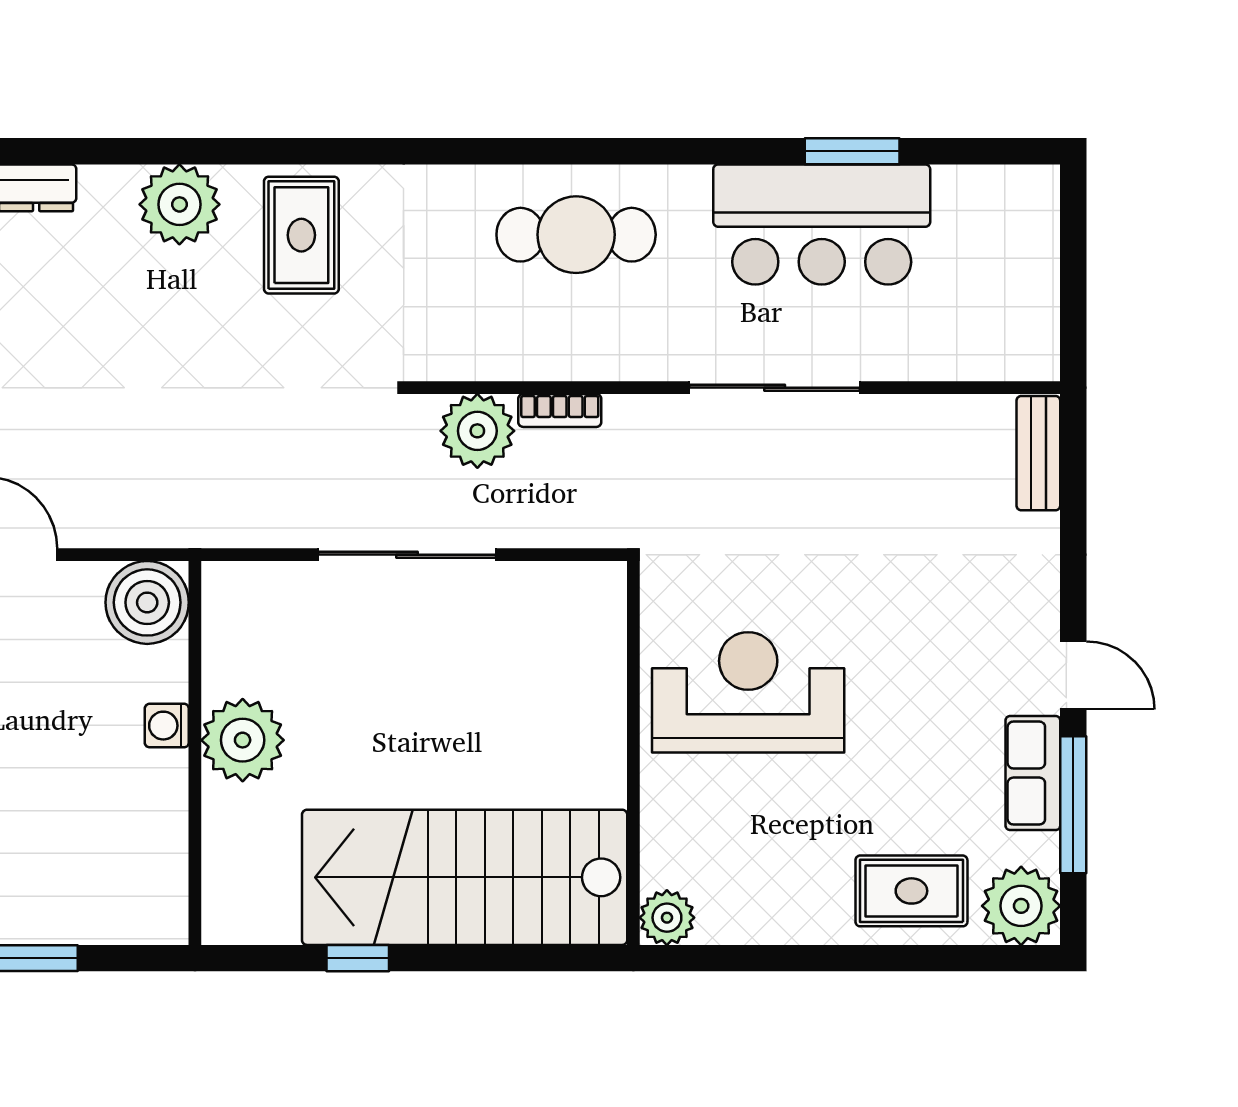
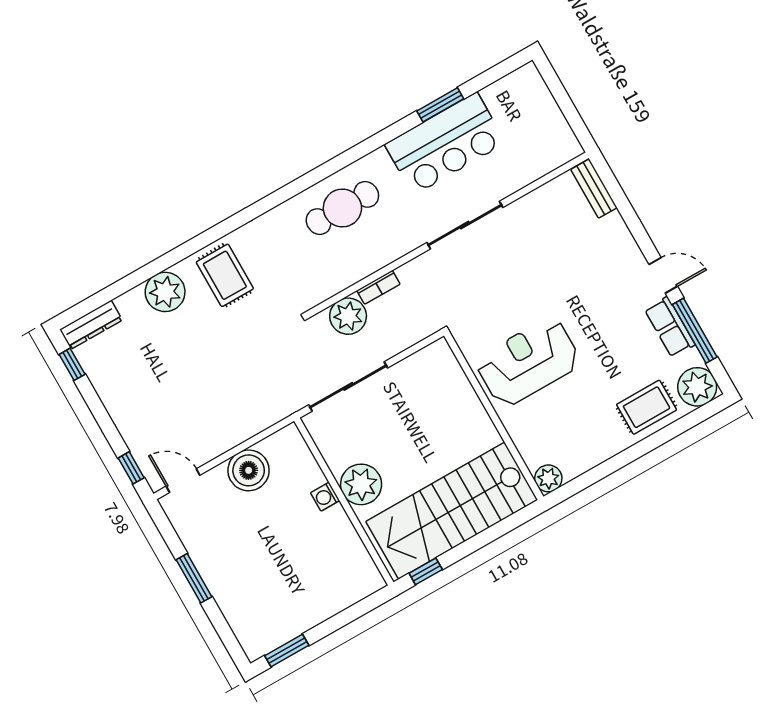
washing machine: (167, 726) -> (325, 497), moved
plant: (243, 740) -> (361, 484), moved
wall: (195, 753) -> (344, 502), moved

